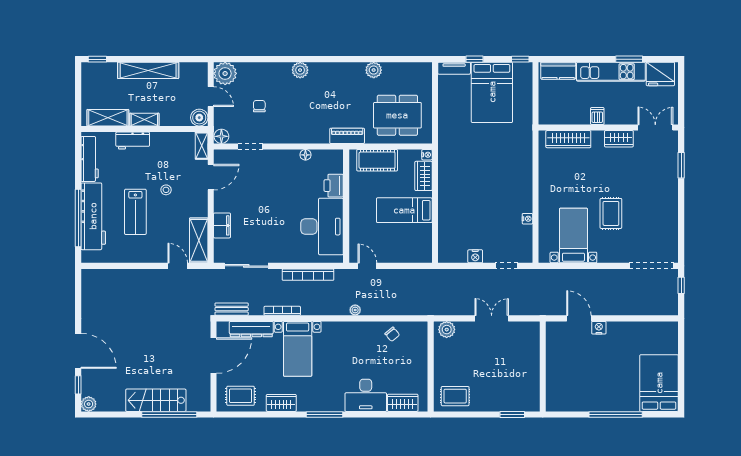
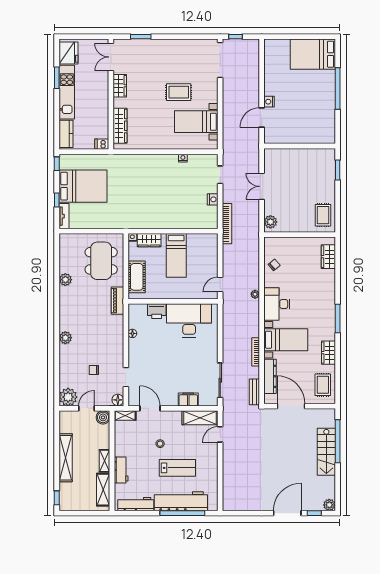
dishwasher: (597, 116) -> (102, 144), moved
bookcase: (308, 275) -> (227, 224), moved
desk: (366, 395) -> (277, 304), moved, turned 180

